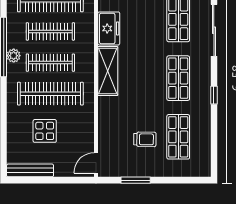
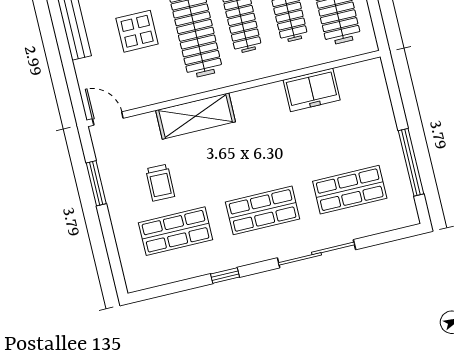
sliding door: (214, 30) -> (316, 254), moved
shelving: (108, 71) -> (195, 116), moved
window: (214, 95) -> (225, 276), moved

